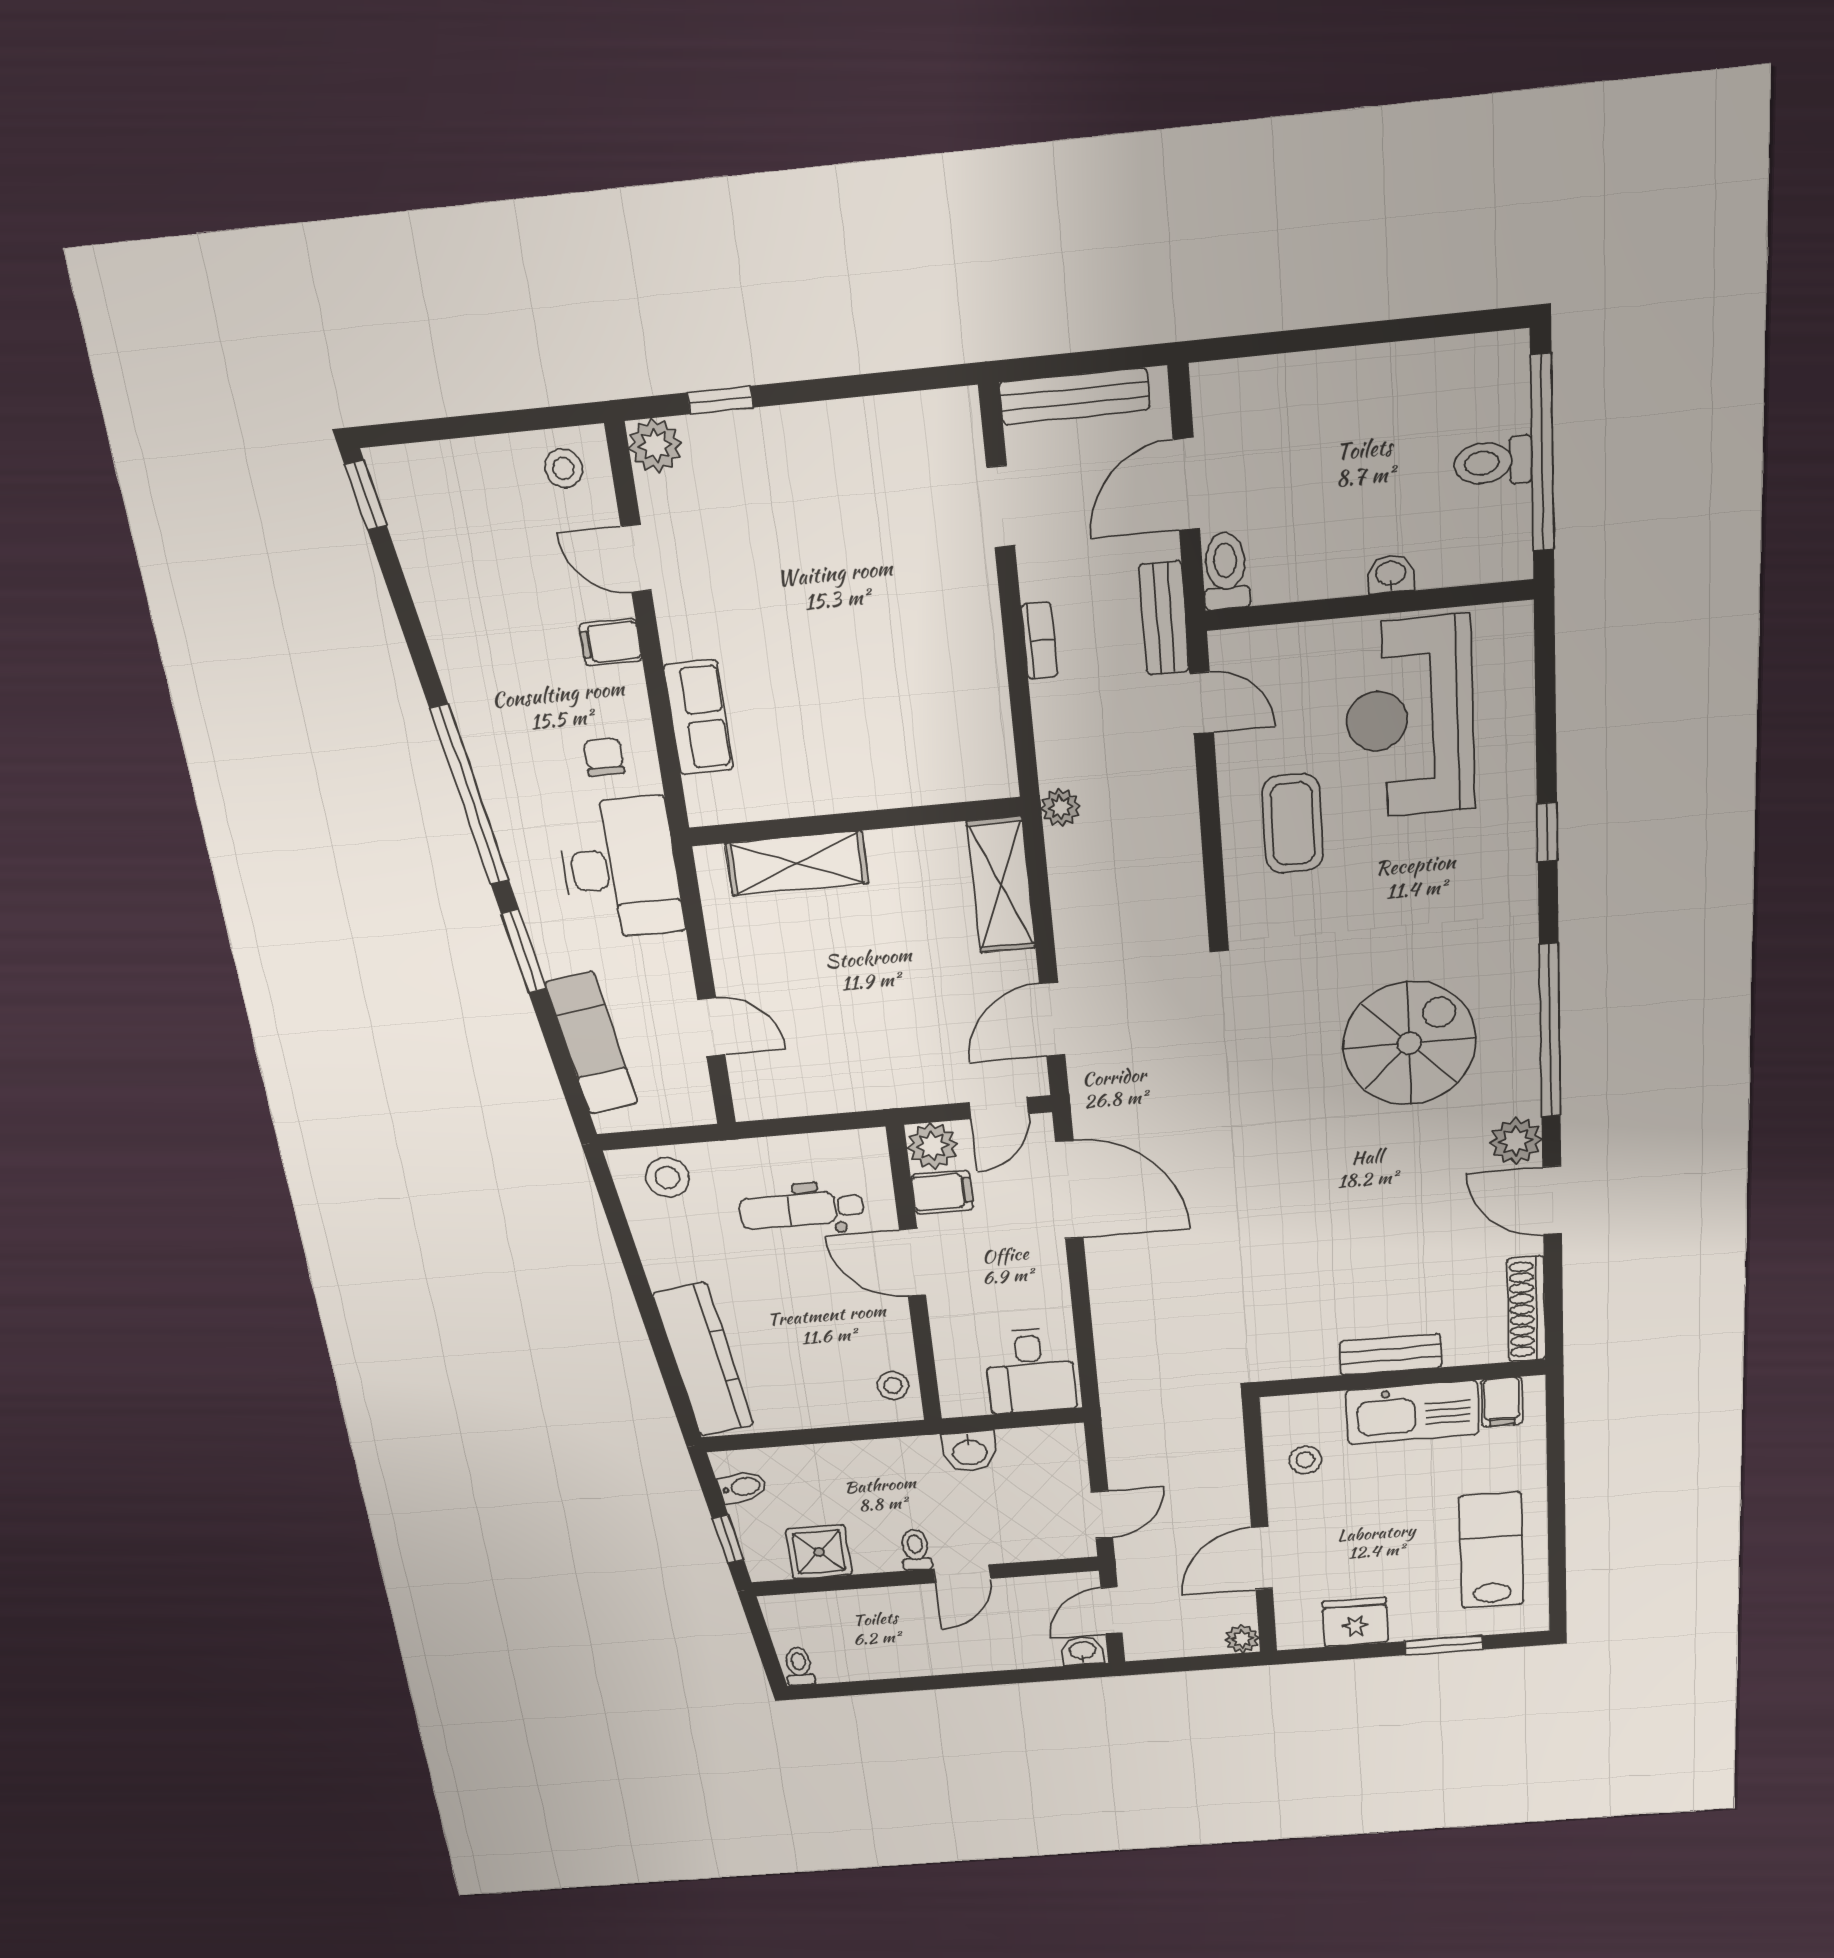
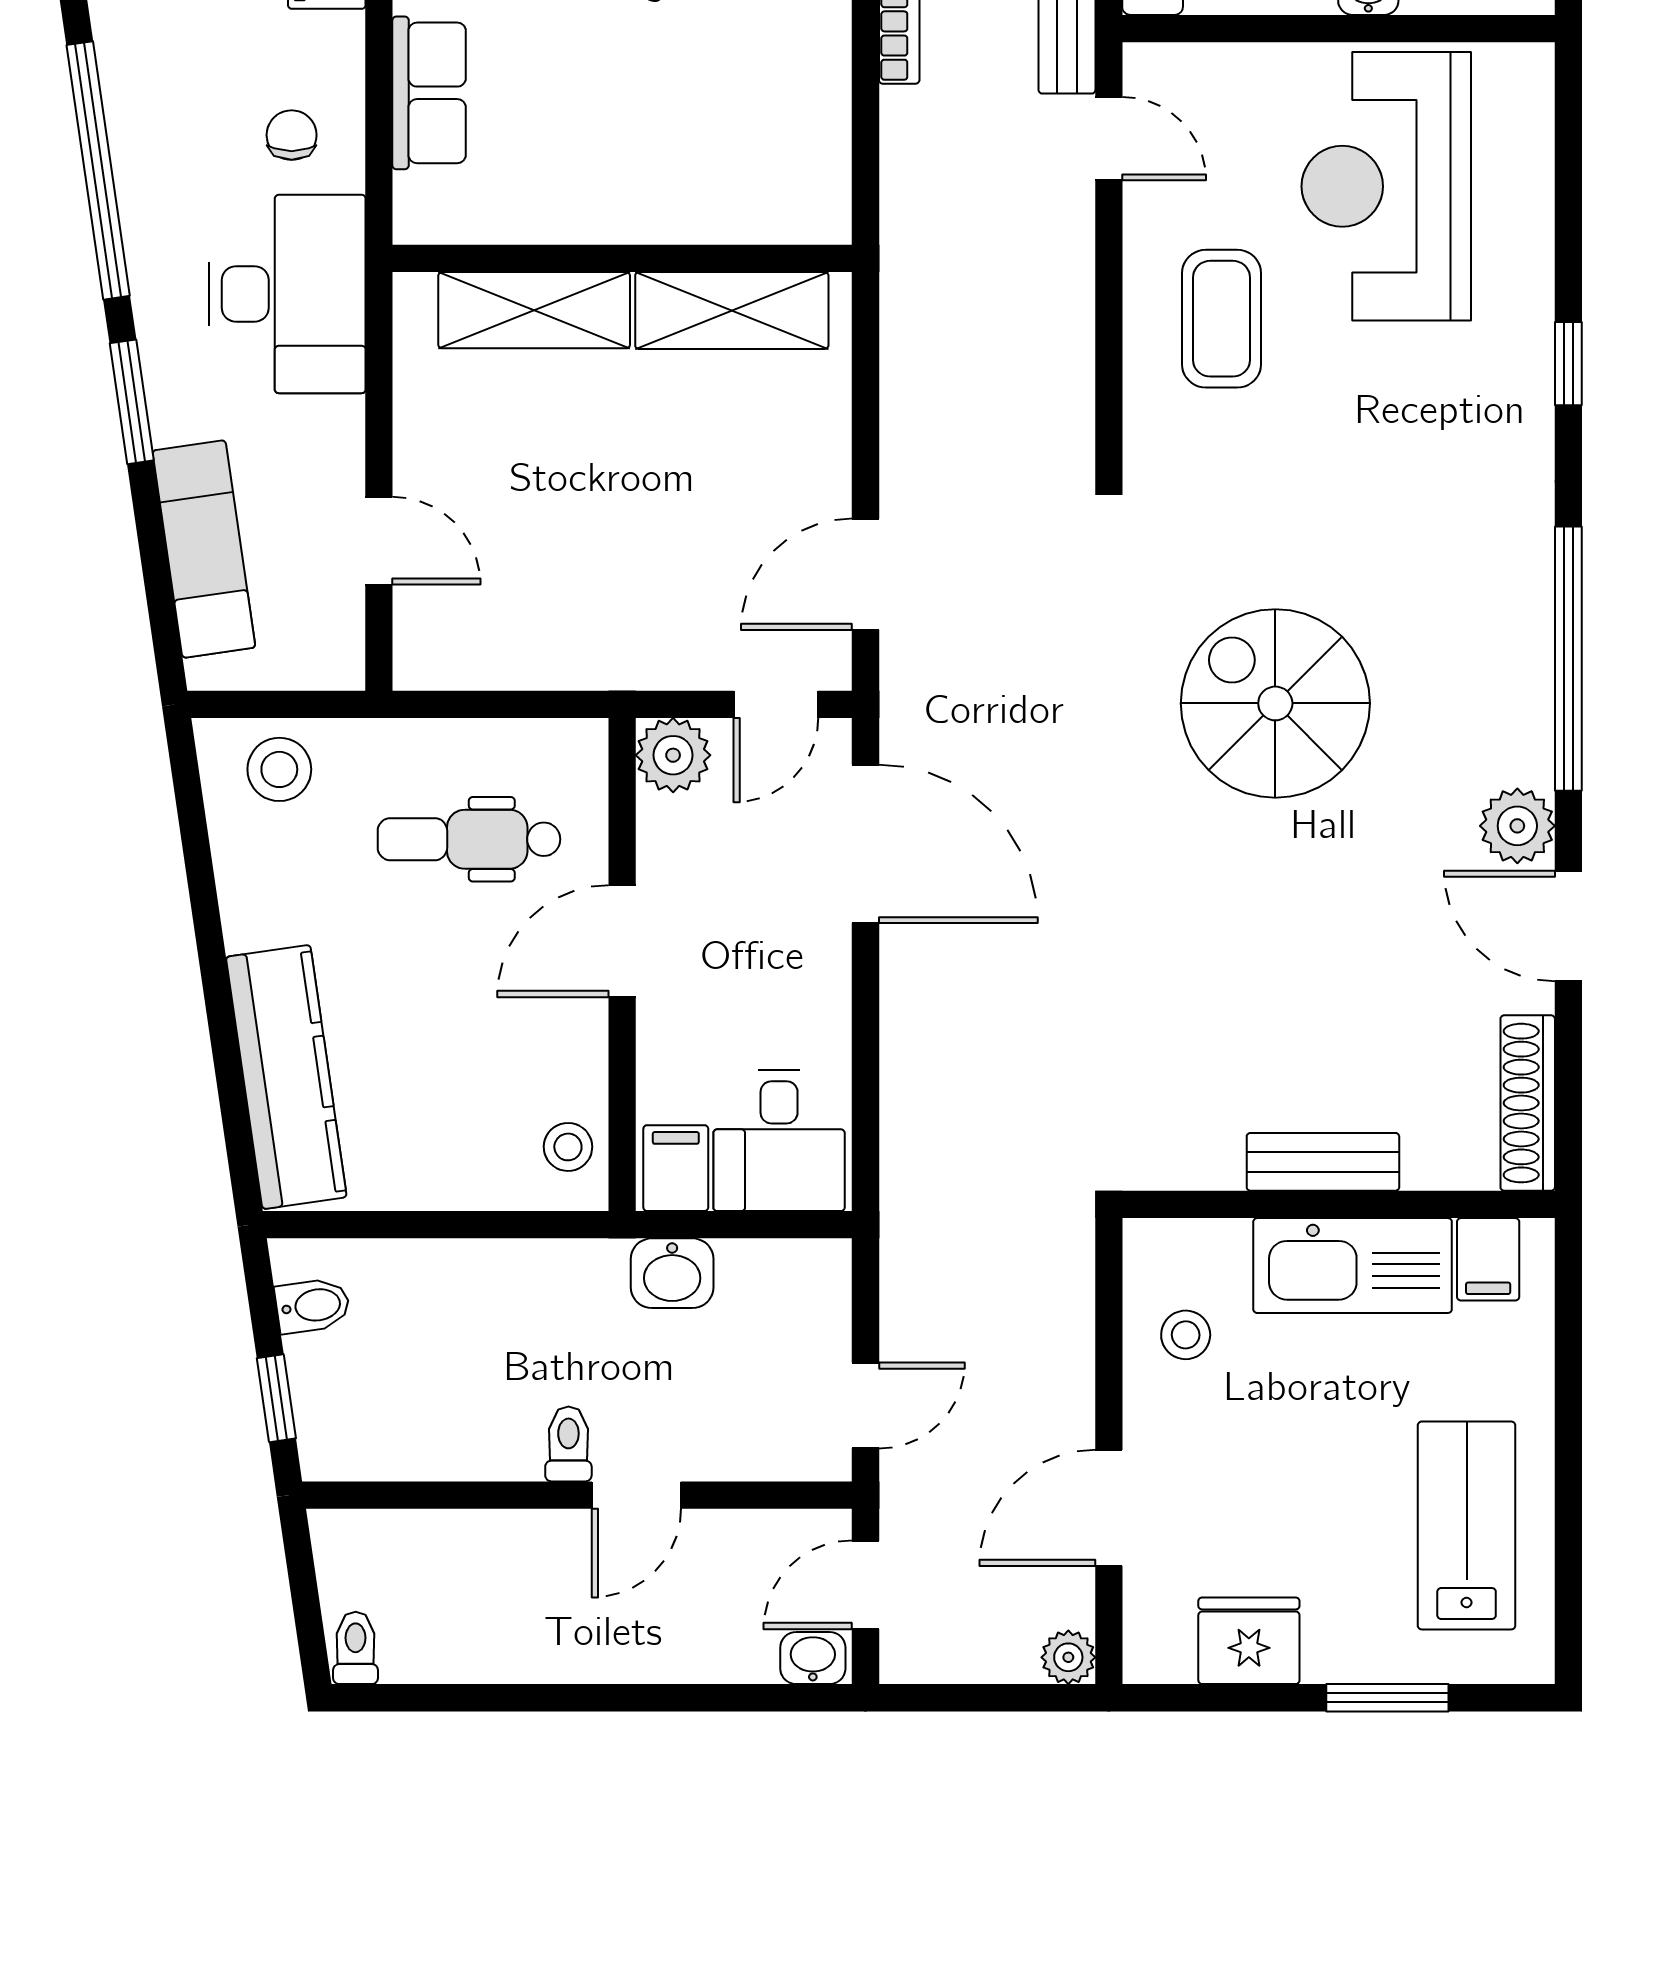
plant: (1060, 807) -> (906, 265), removed
shelving: (1001, 885) -> (732, 310), moved, turned 90
spiral stairs: (1409, 1043) -> (1275, 703), moved, turned -90
filing cabinet: (942, 1192) -> (676, 1168), moved, turned -90
door: (913, 1262) -> (622, 941), hinge flipped
shower: (819, 1552) -> (416, 1435), removed

